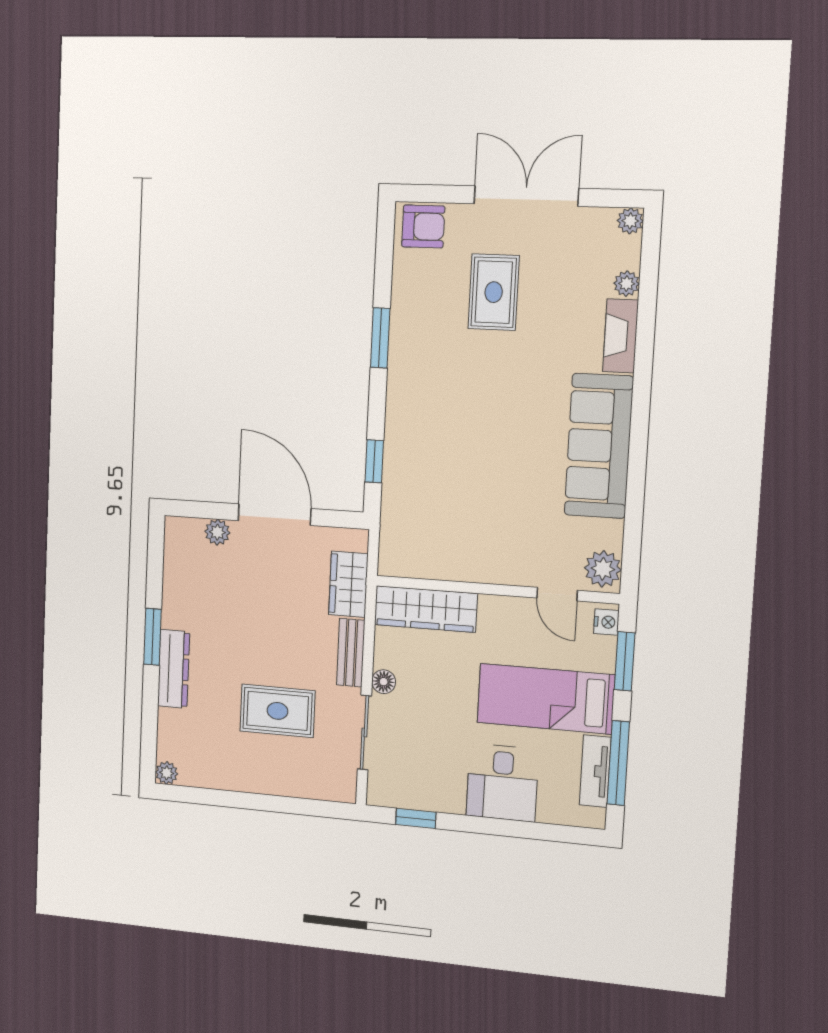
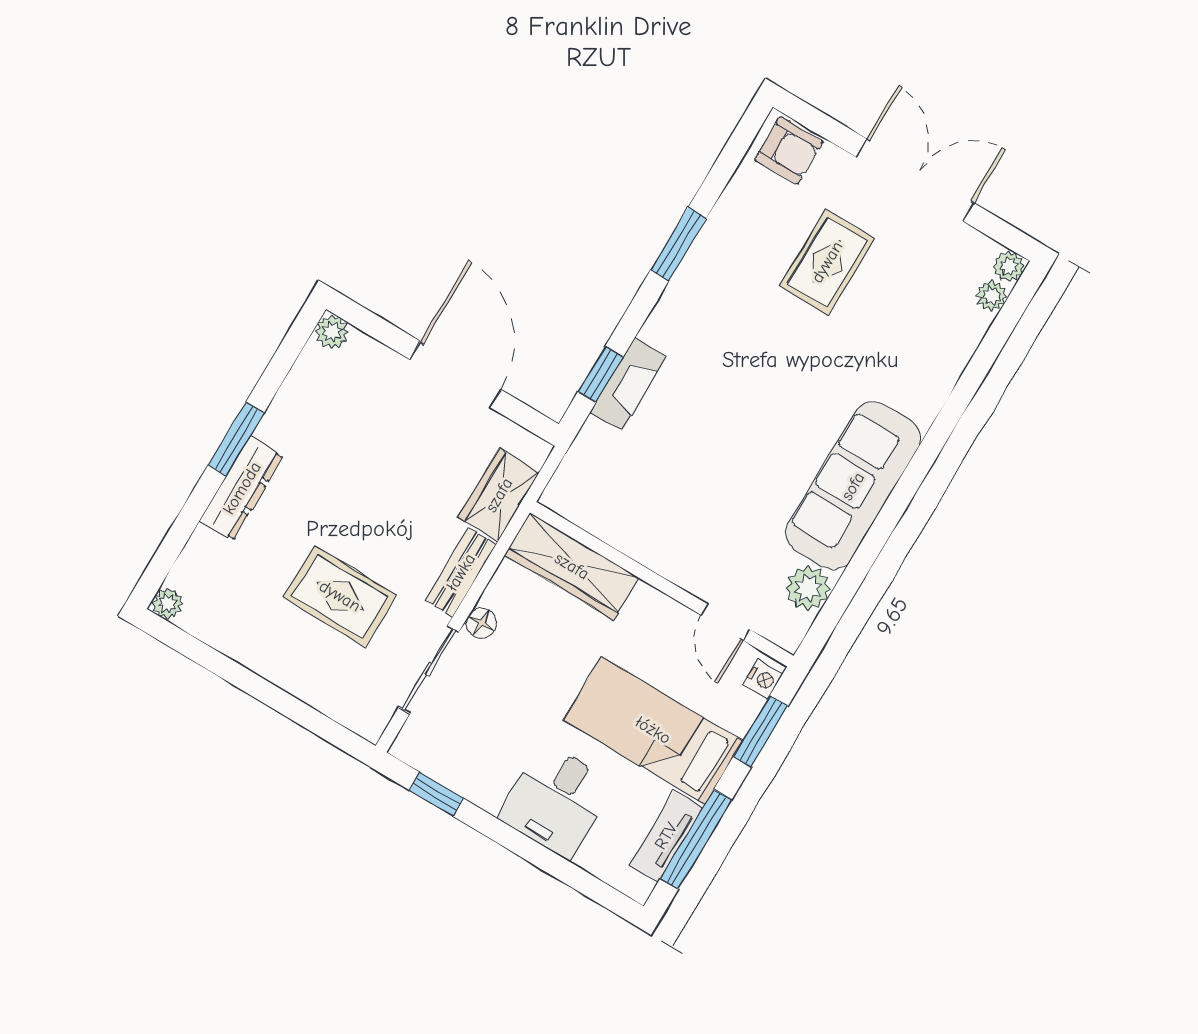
plant: (627, 284) -> (991, 296), moved
fireplace: (621, 336) -> (628, 384), moved, turned 180
plant: (217, 532) -> (332, 332), moved
plant: (603, 569) -> (808, 588), moved

